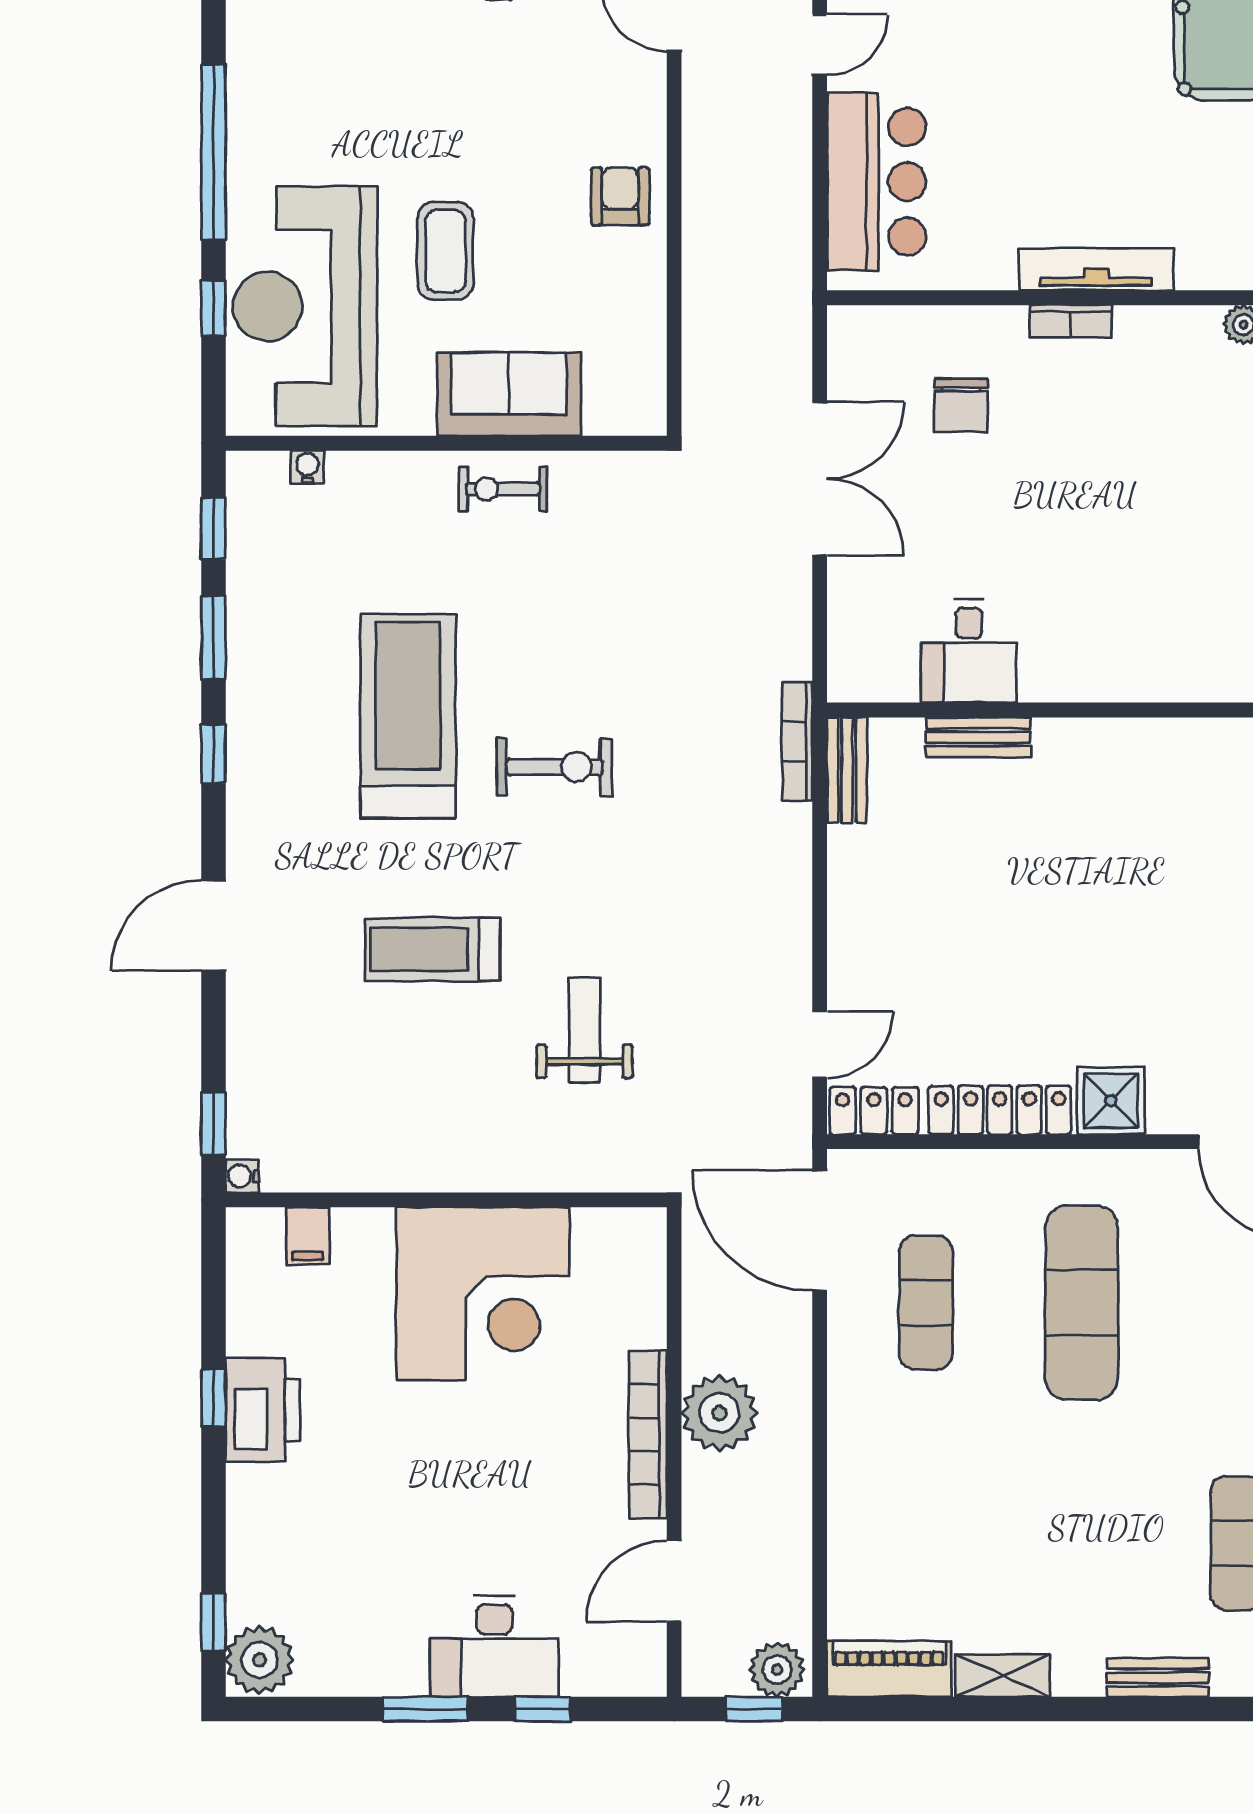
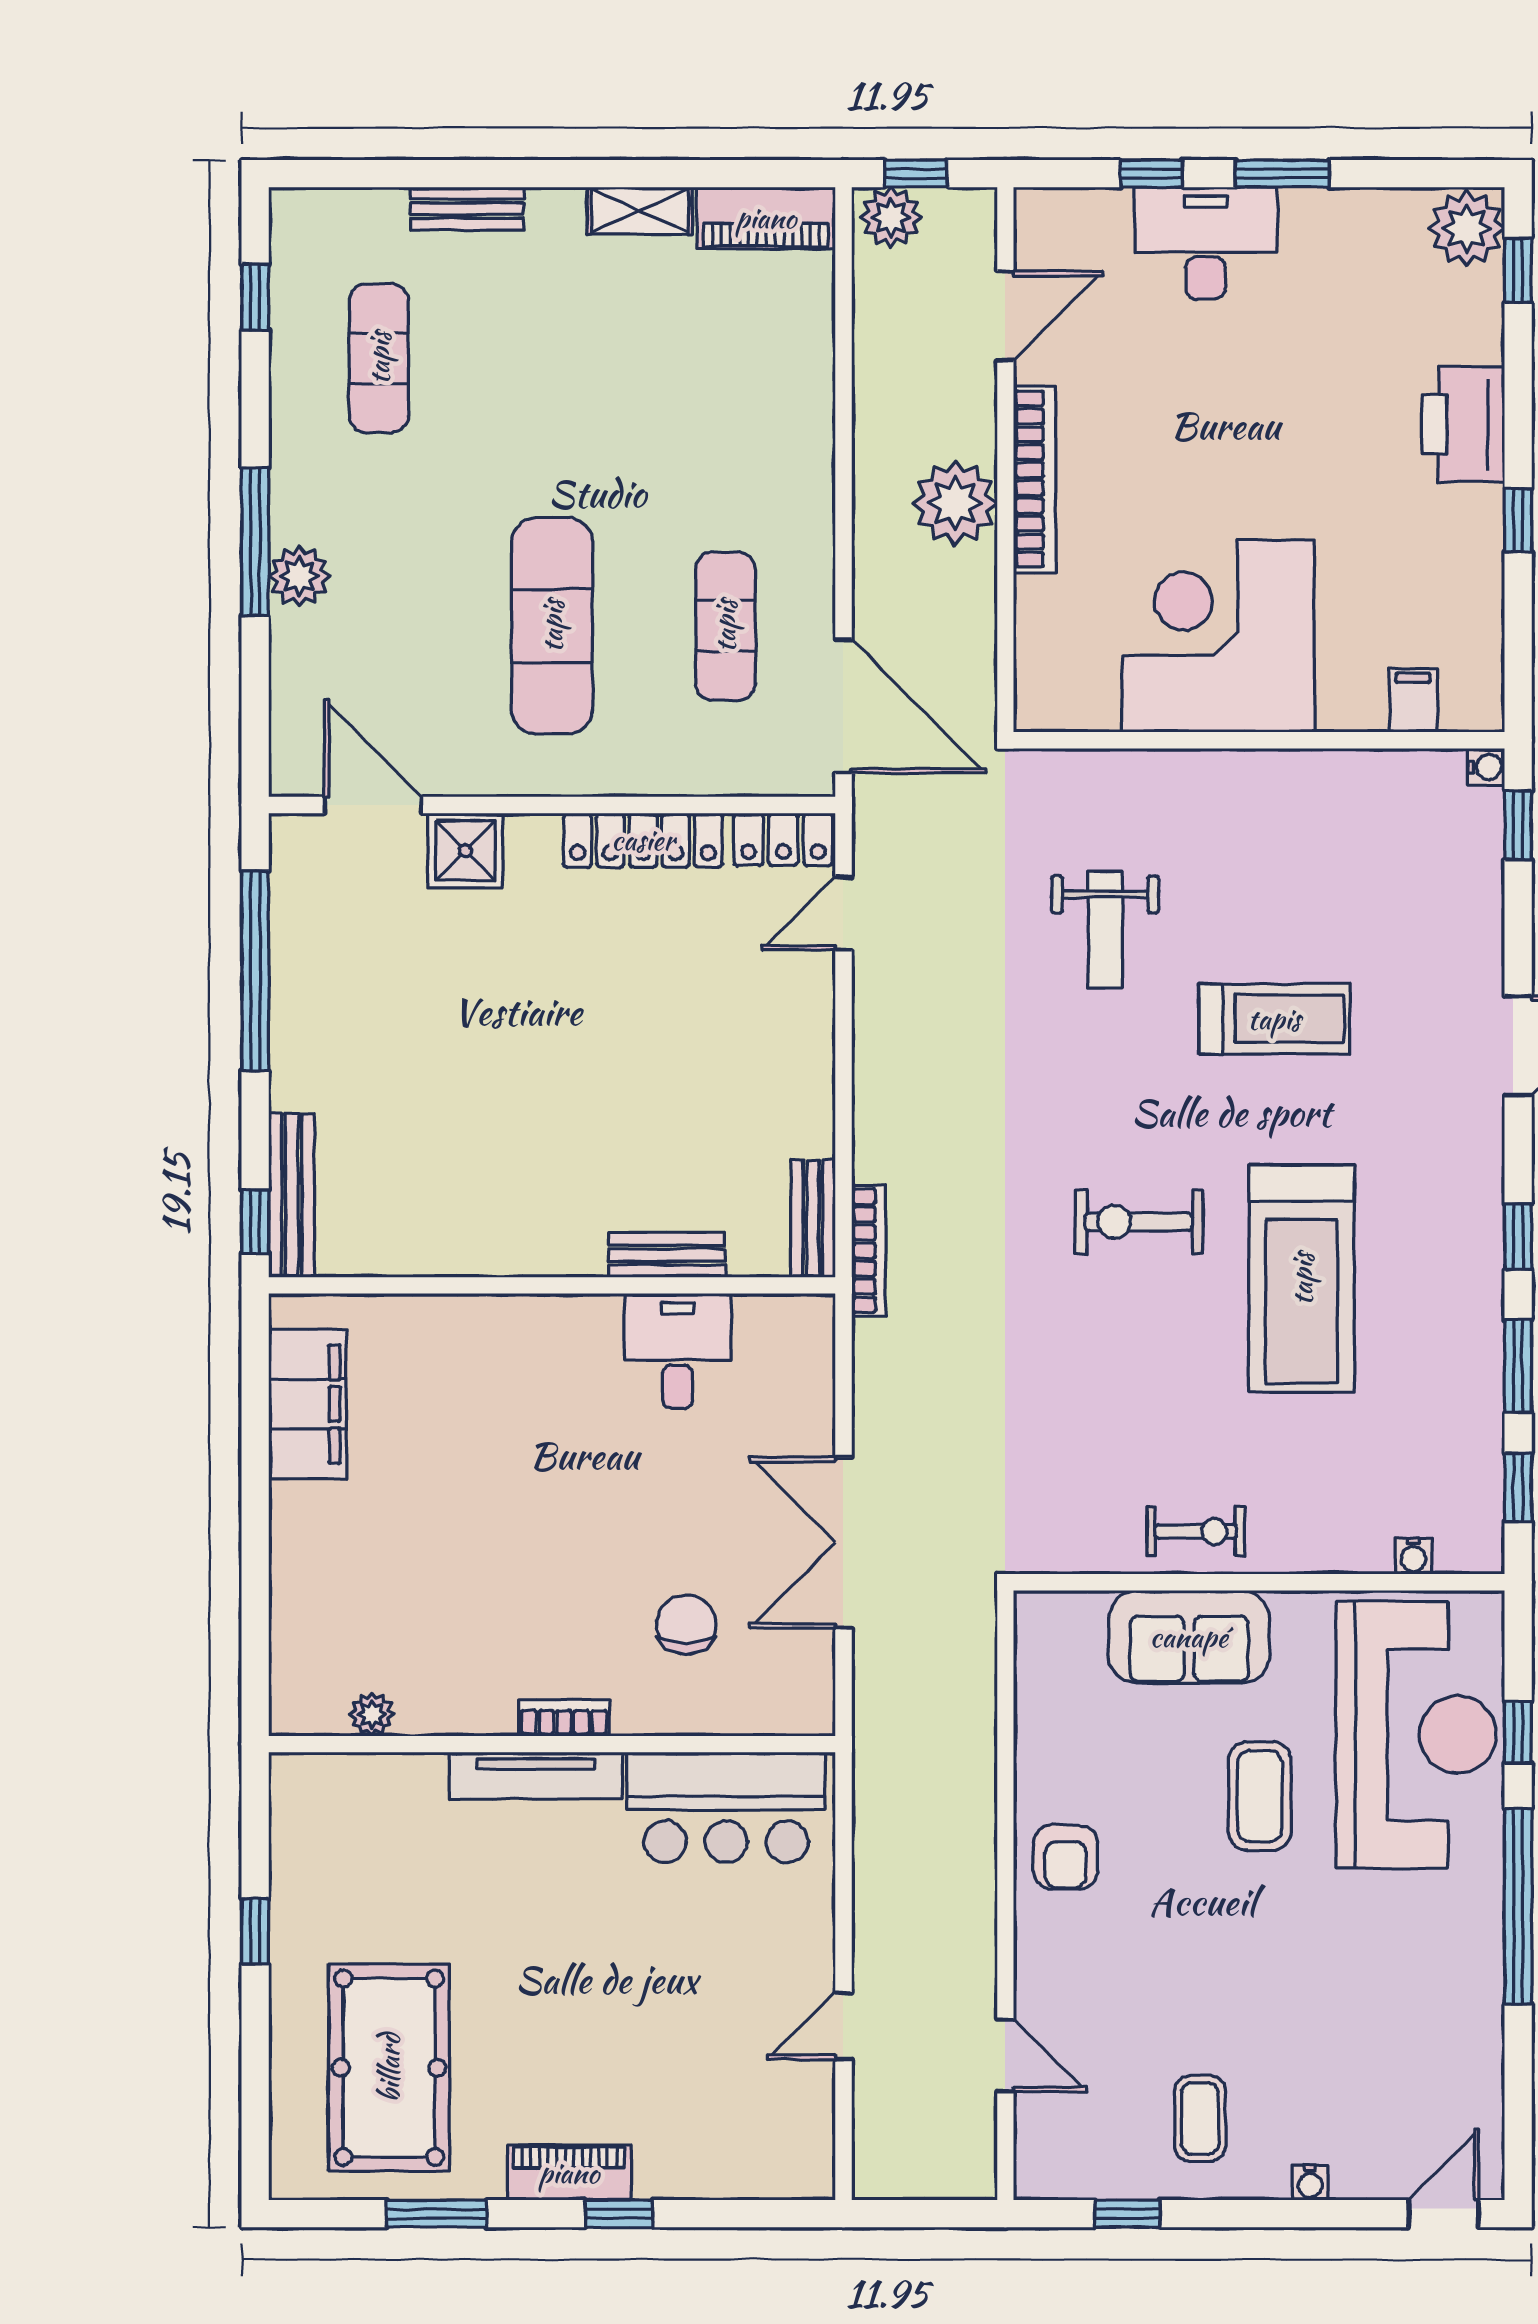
bar counter: (877, 182) -> (726, 1807), moved, turned -90
shower: (1111, 1101) -> (465, 851), moved
printer: (263, 1410) -> (1463, 424), moved

